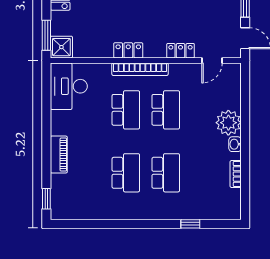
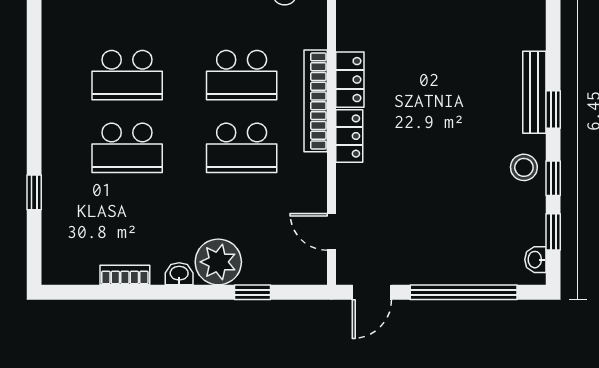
locker: (181, 51) -> (349, 136), moved
window: (245, 104) -> (253, 292), added

